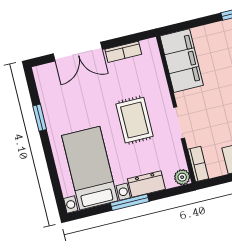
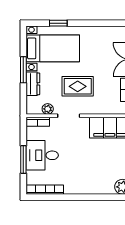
window: (40, 118) -> (58, 23), moved
plant: (182, 177) -> (48, 109), moved

